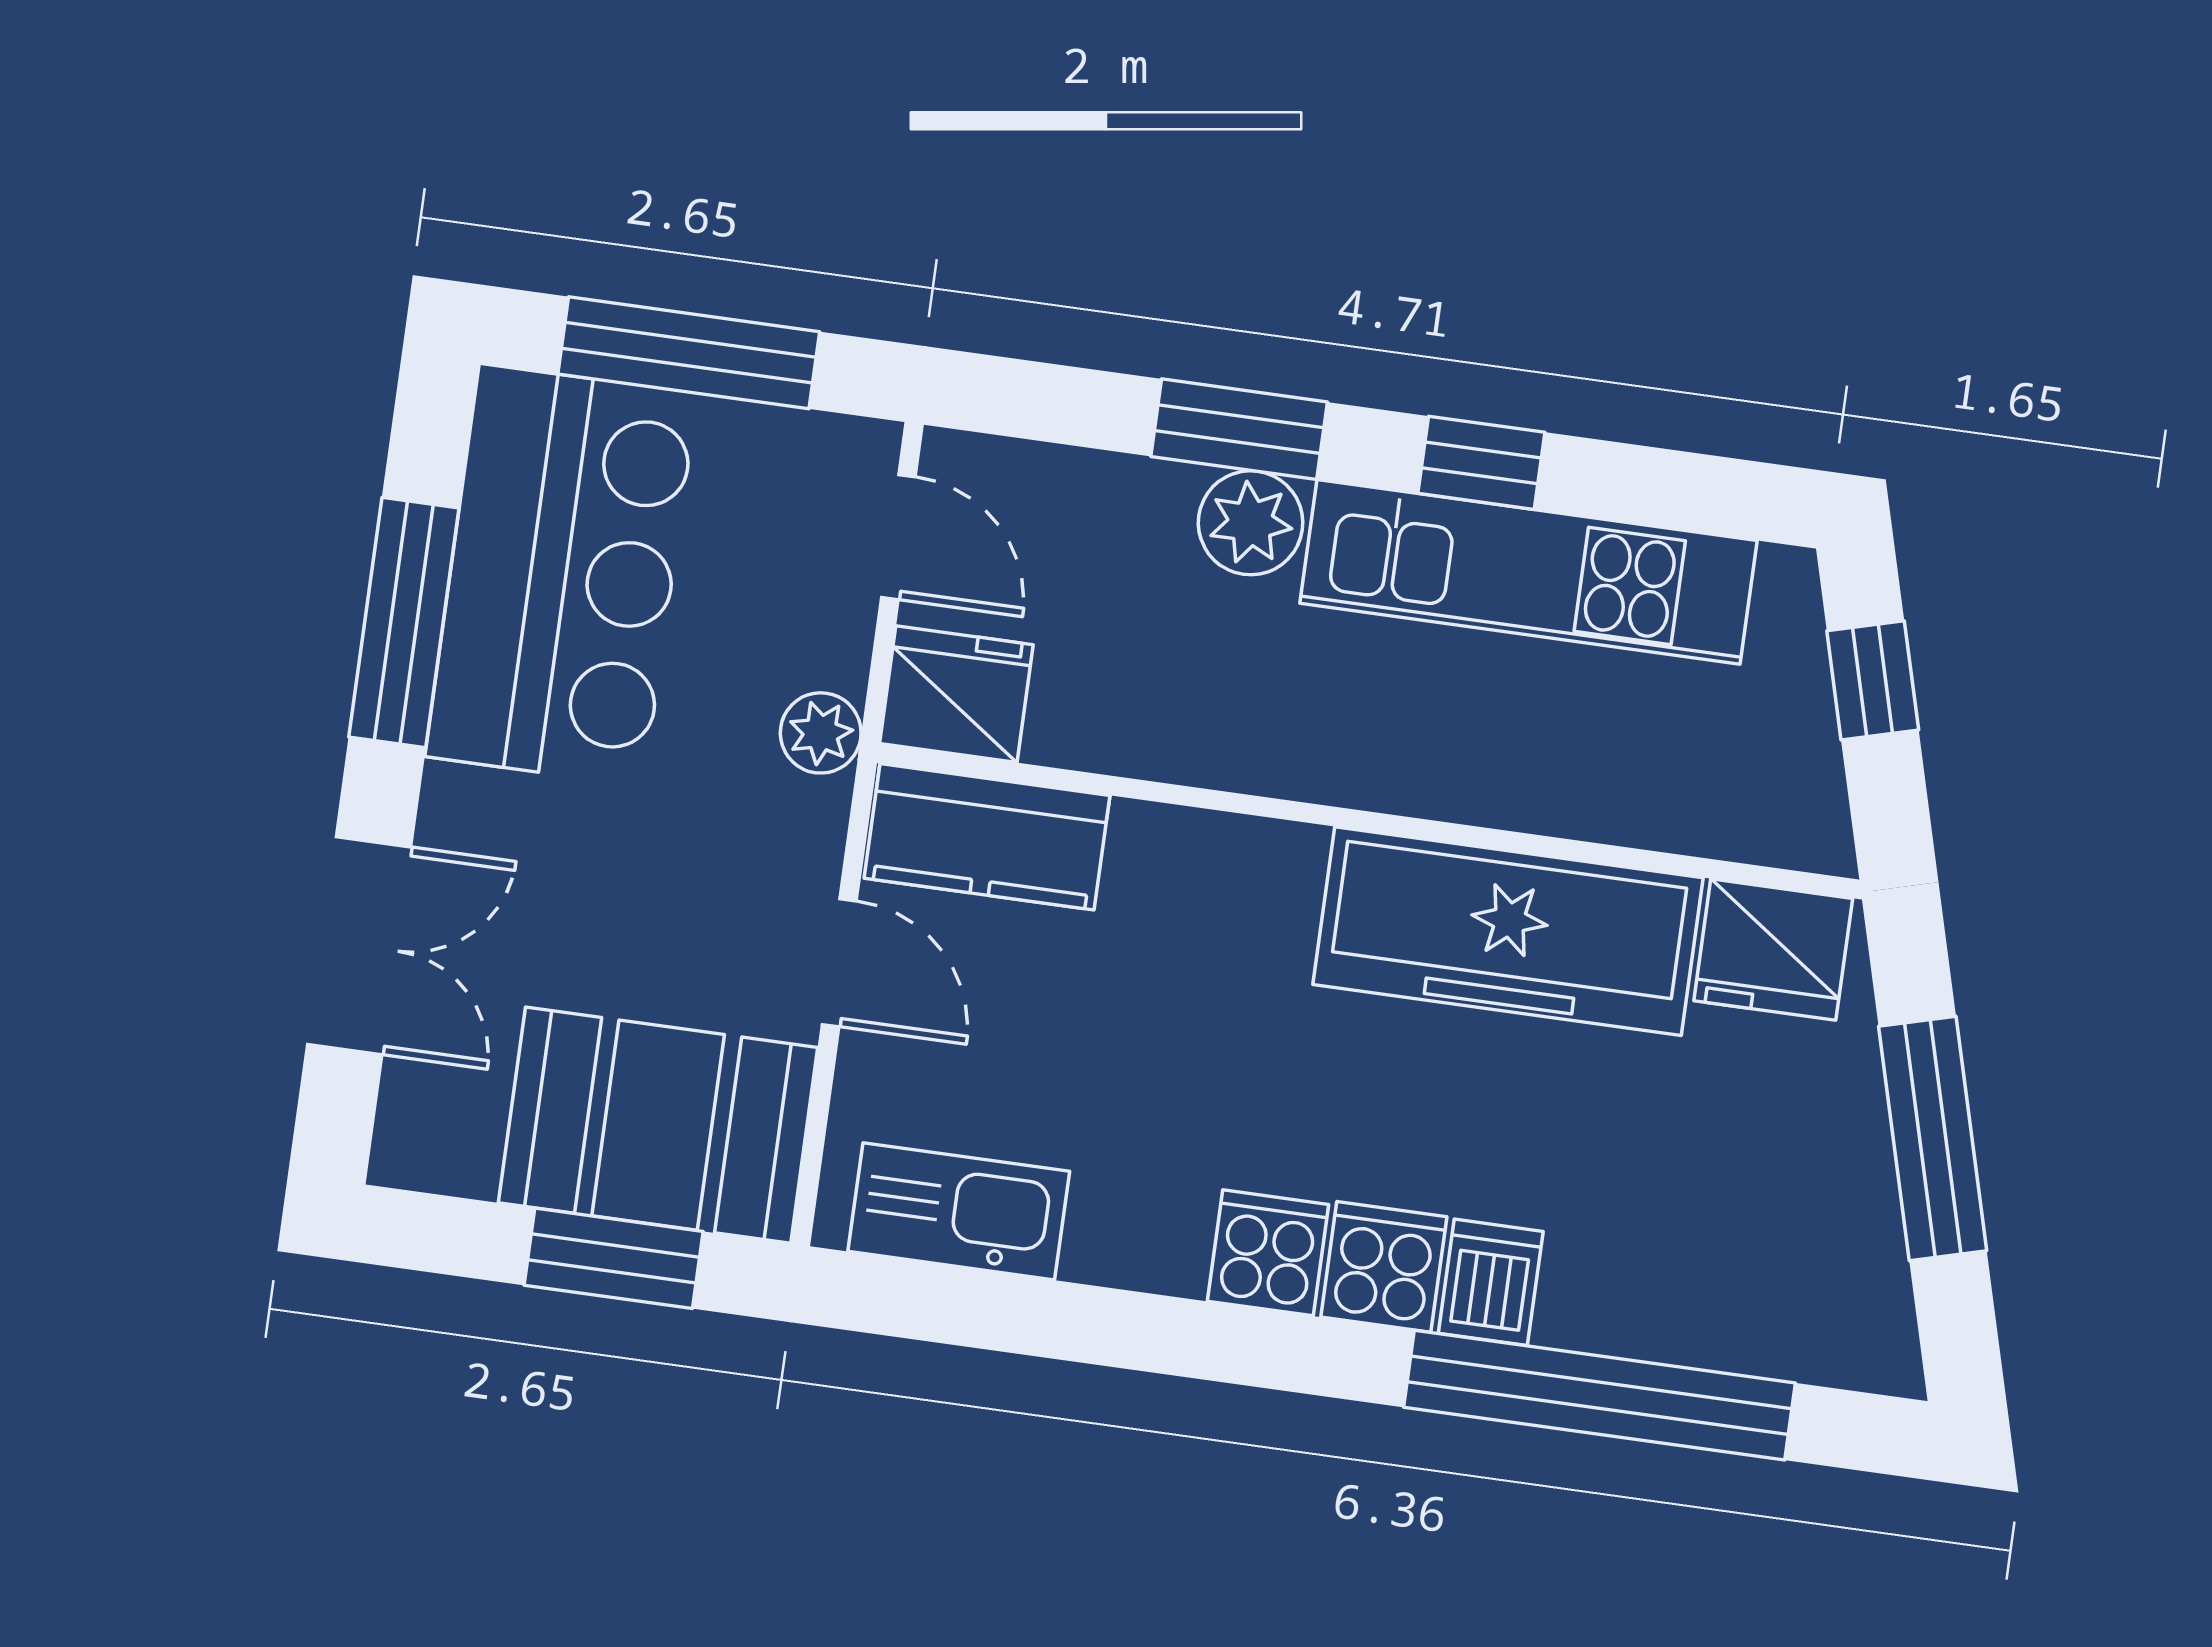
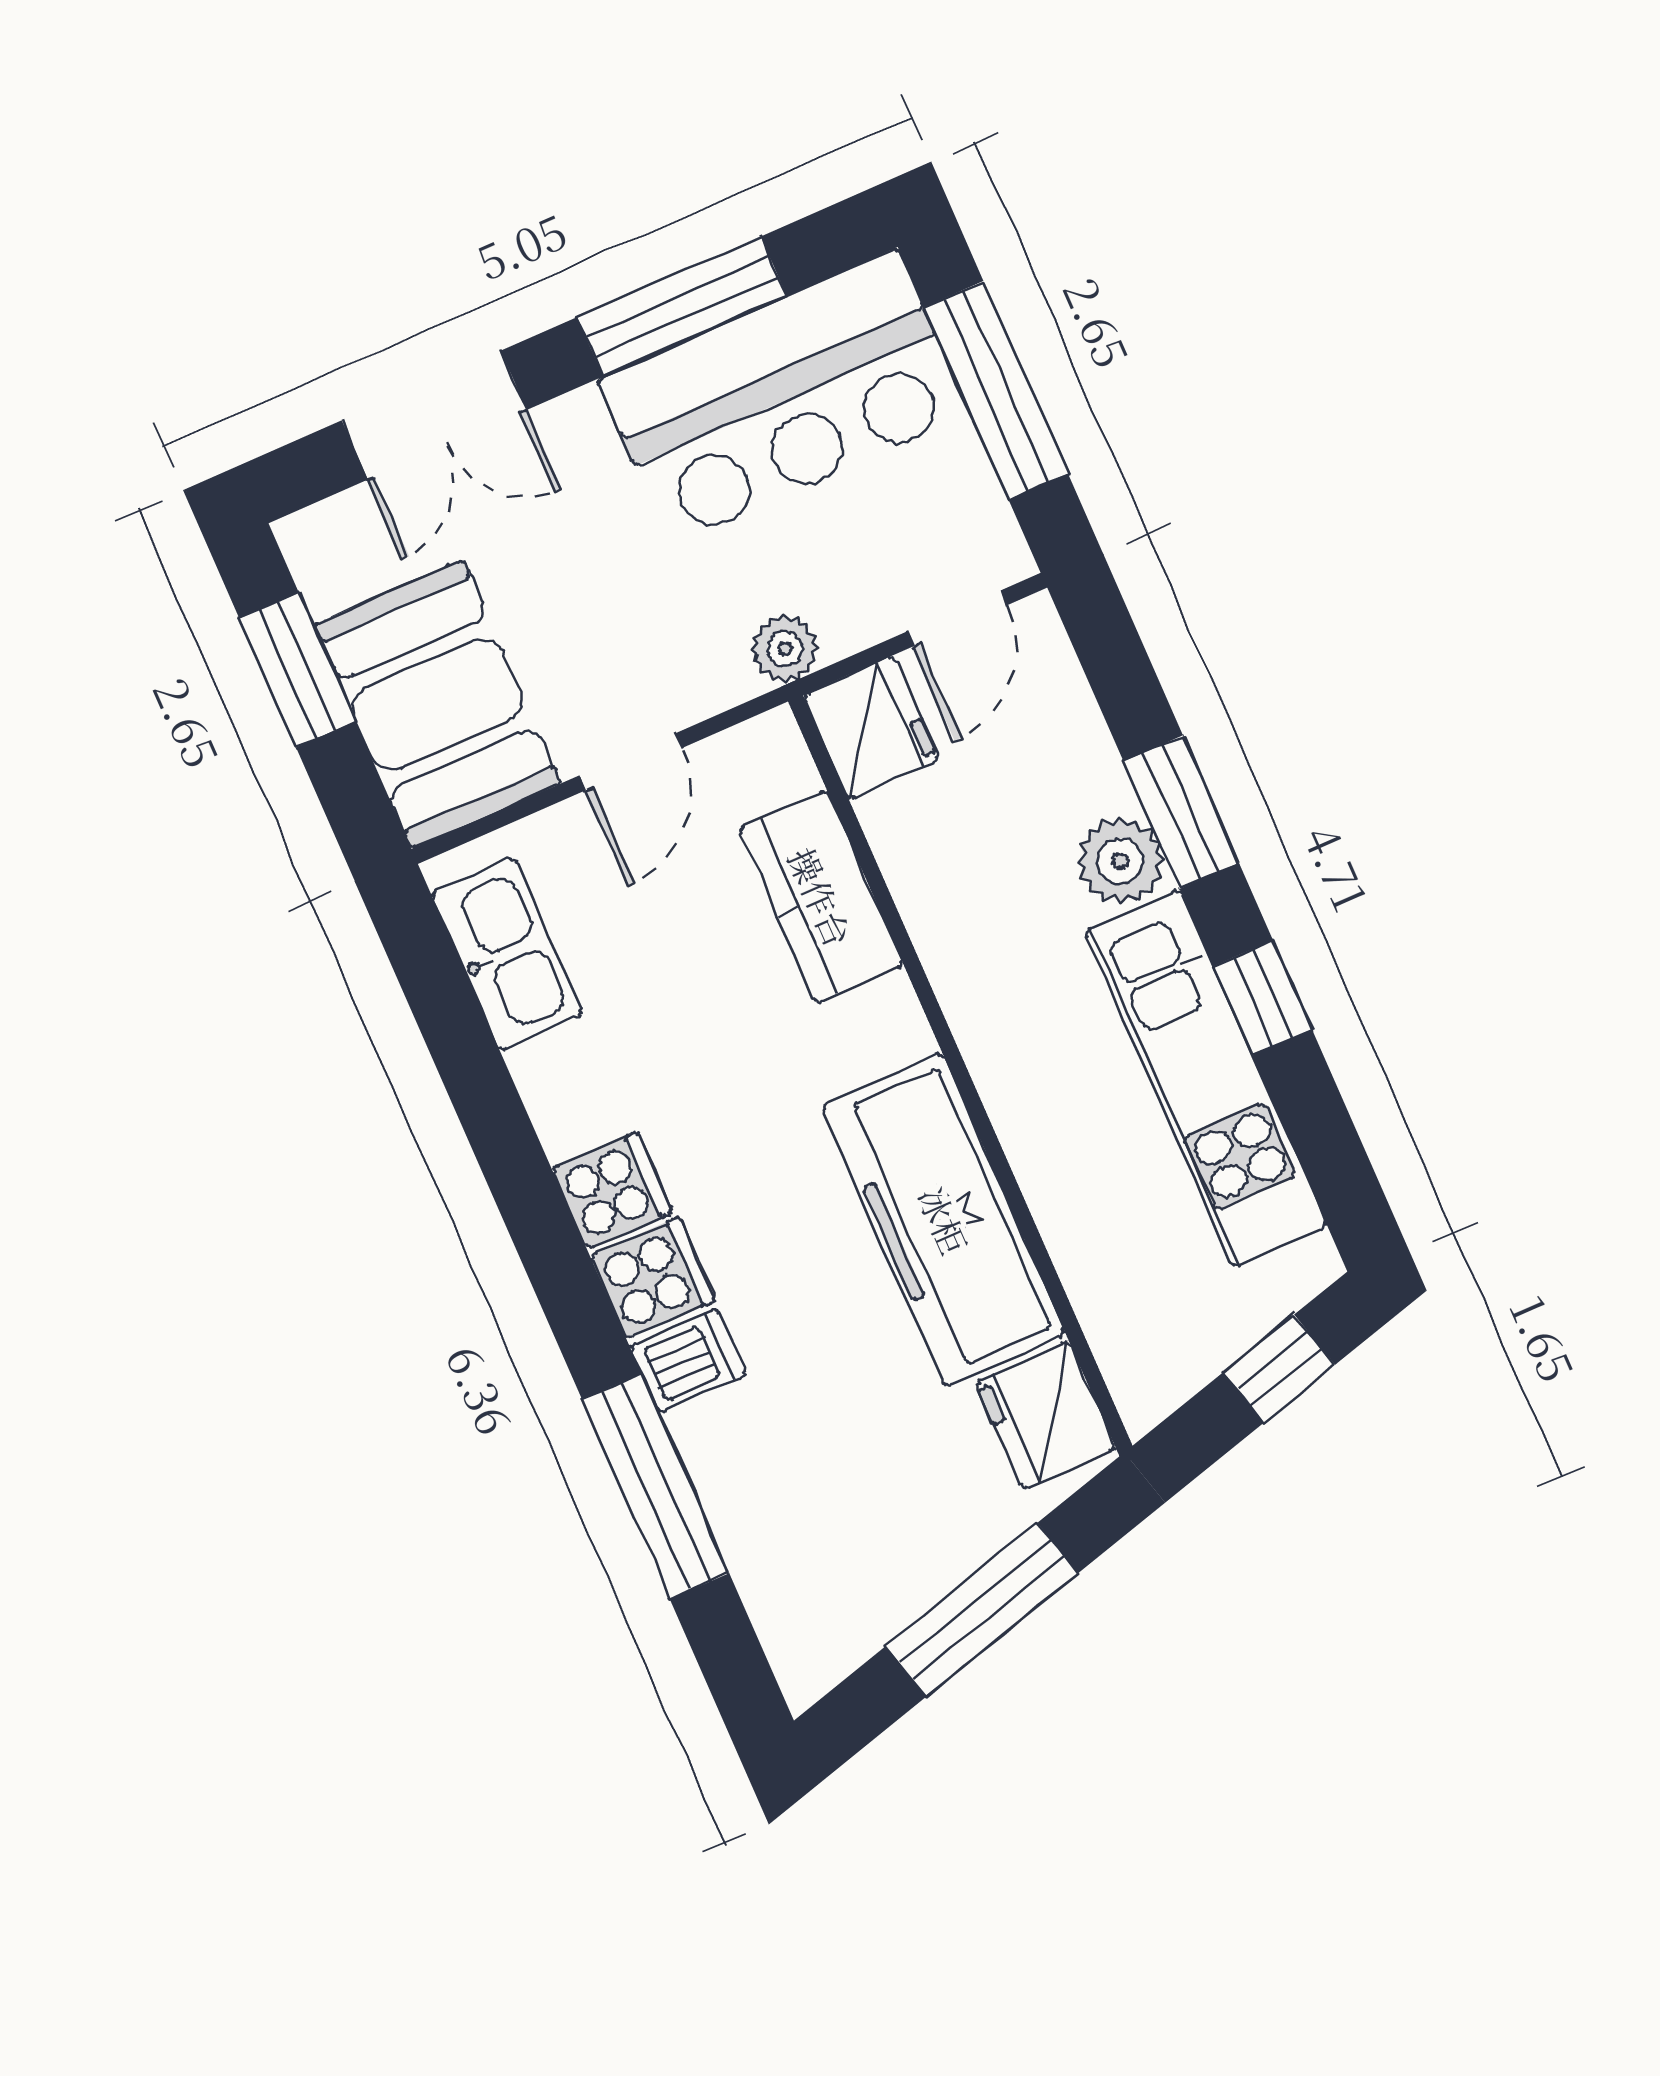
kitchen counter: (987, 837) -> (821, 897), moved
window: (614, 1258) -> (297, 670), moved
window: (1600, 1395) -> (656, 1486), width x0.68

